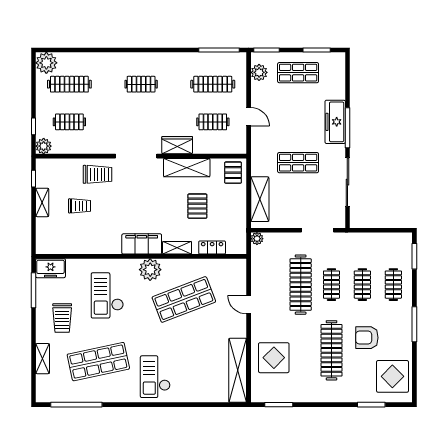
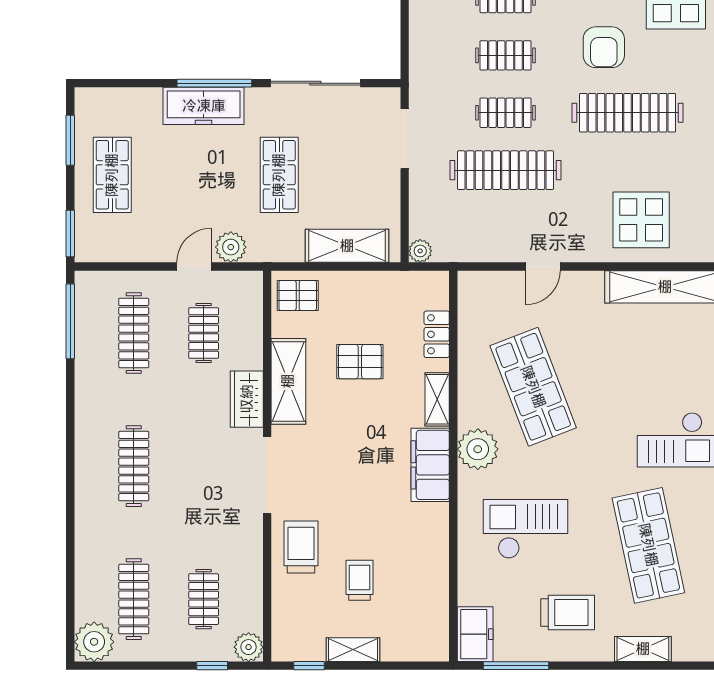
plant: (259, 72) -> (231, 247), moved
clothes rail: (141, 84) -> (134, 466), width x1.36
checkout: (107, 295) -> (526, 529), turned 180

